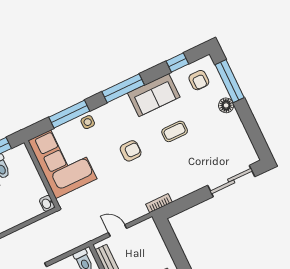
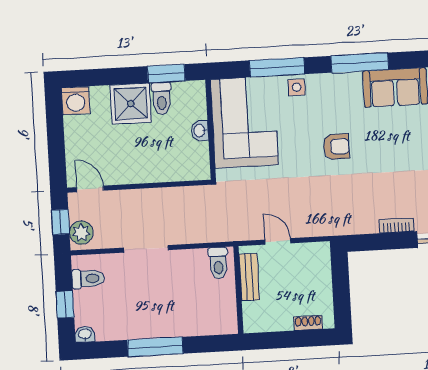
coffee table: (175, 131) -> (403, 145), removed
washbasin: (47, 203) -> (200, 131), moved
bookcase: (159, 203) -> (396, 225), moved

